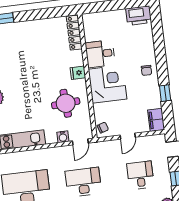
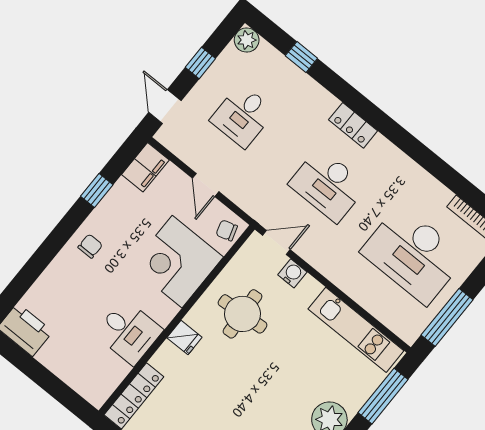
corner desk: (107, 84) -> (177, 262), moved
door: (128, 136) -> (206, 185), swing flipped

